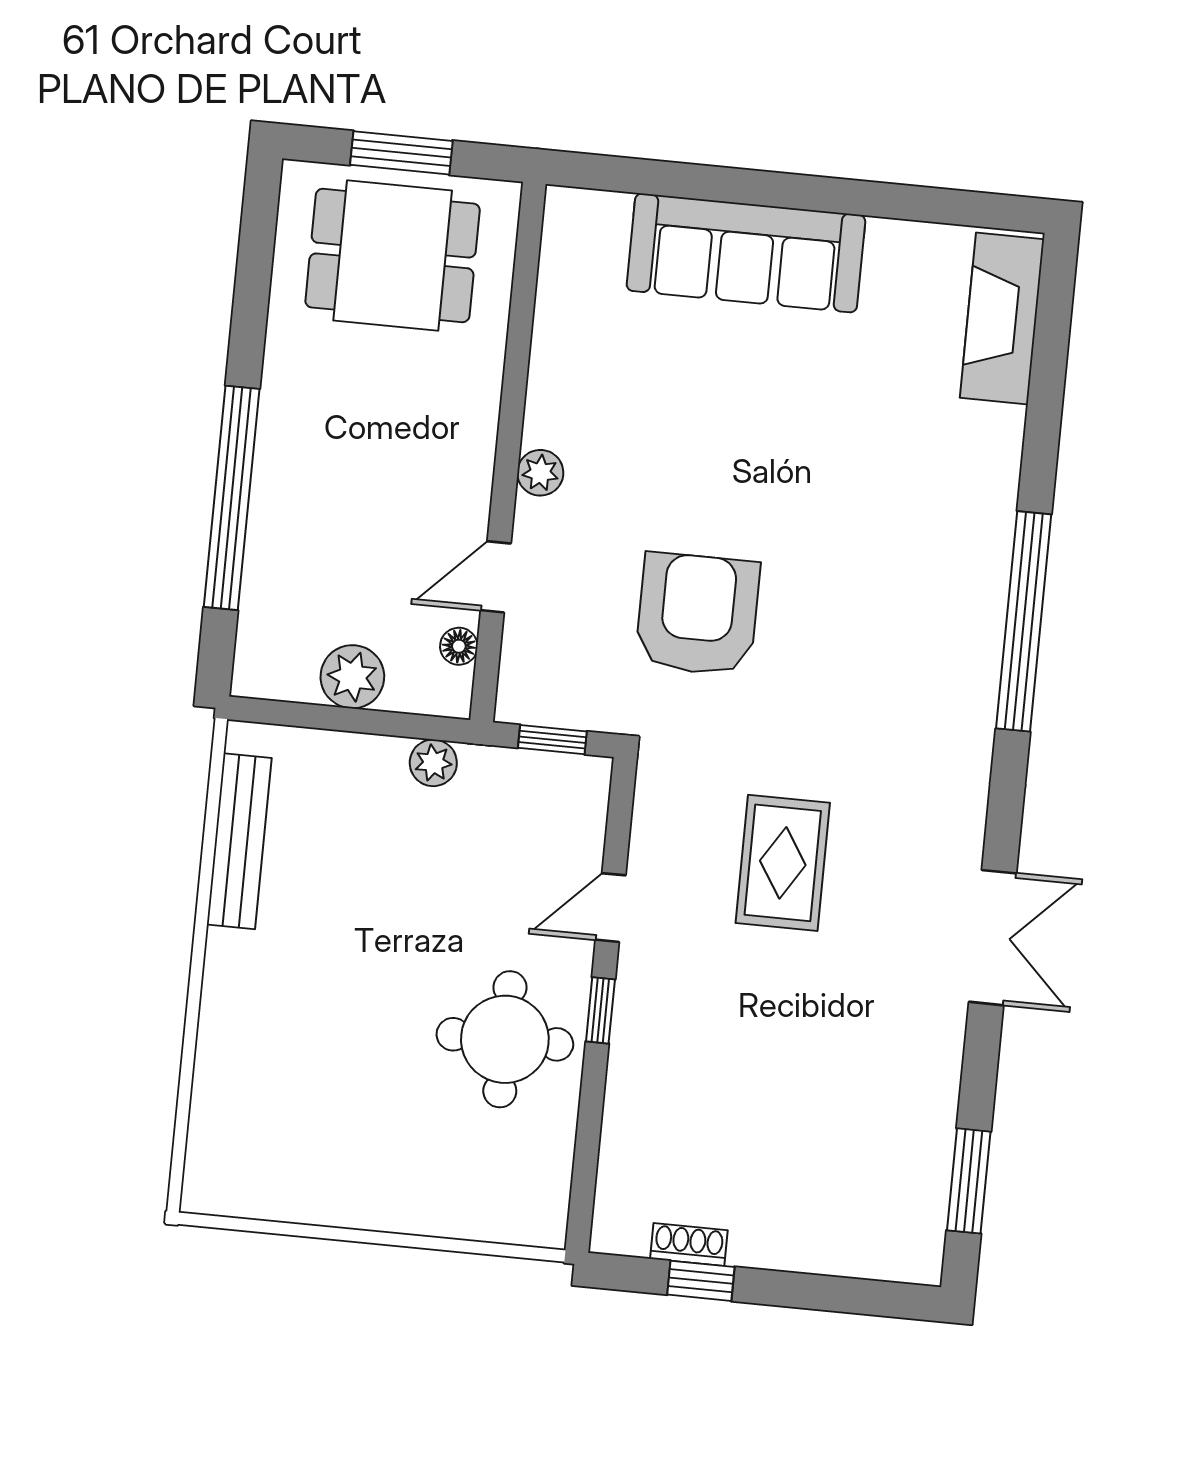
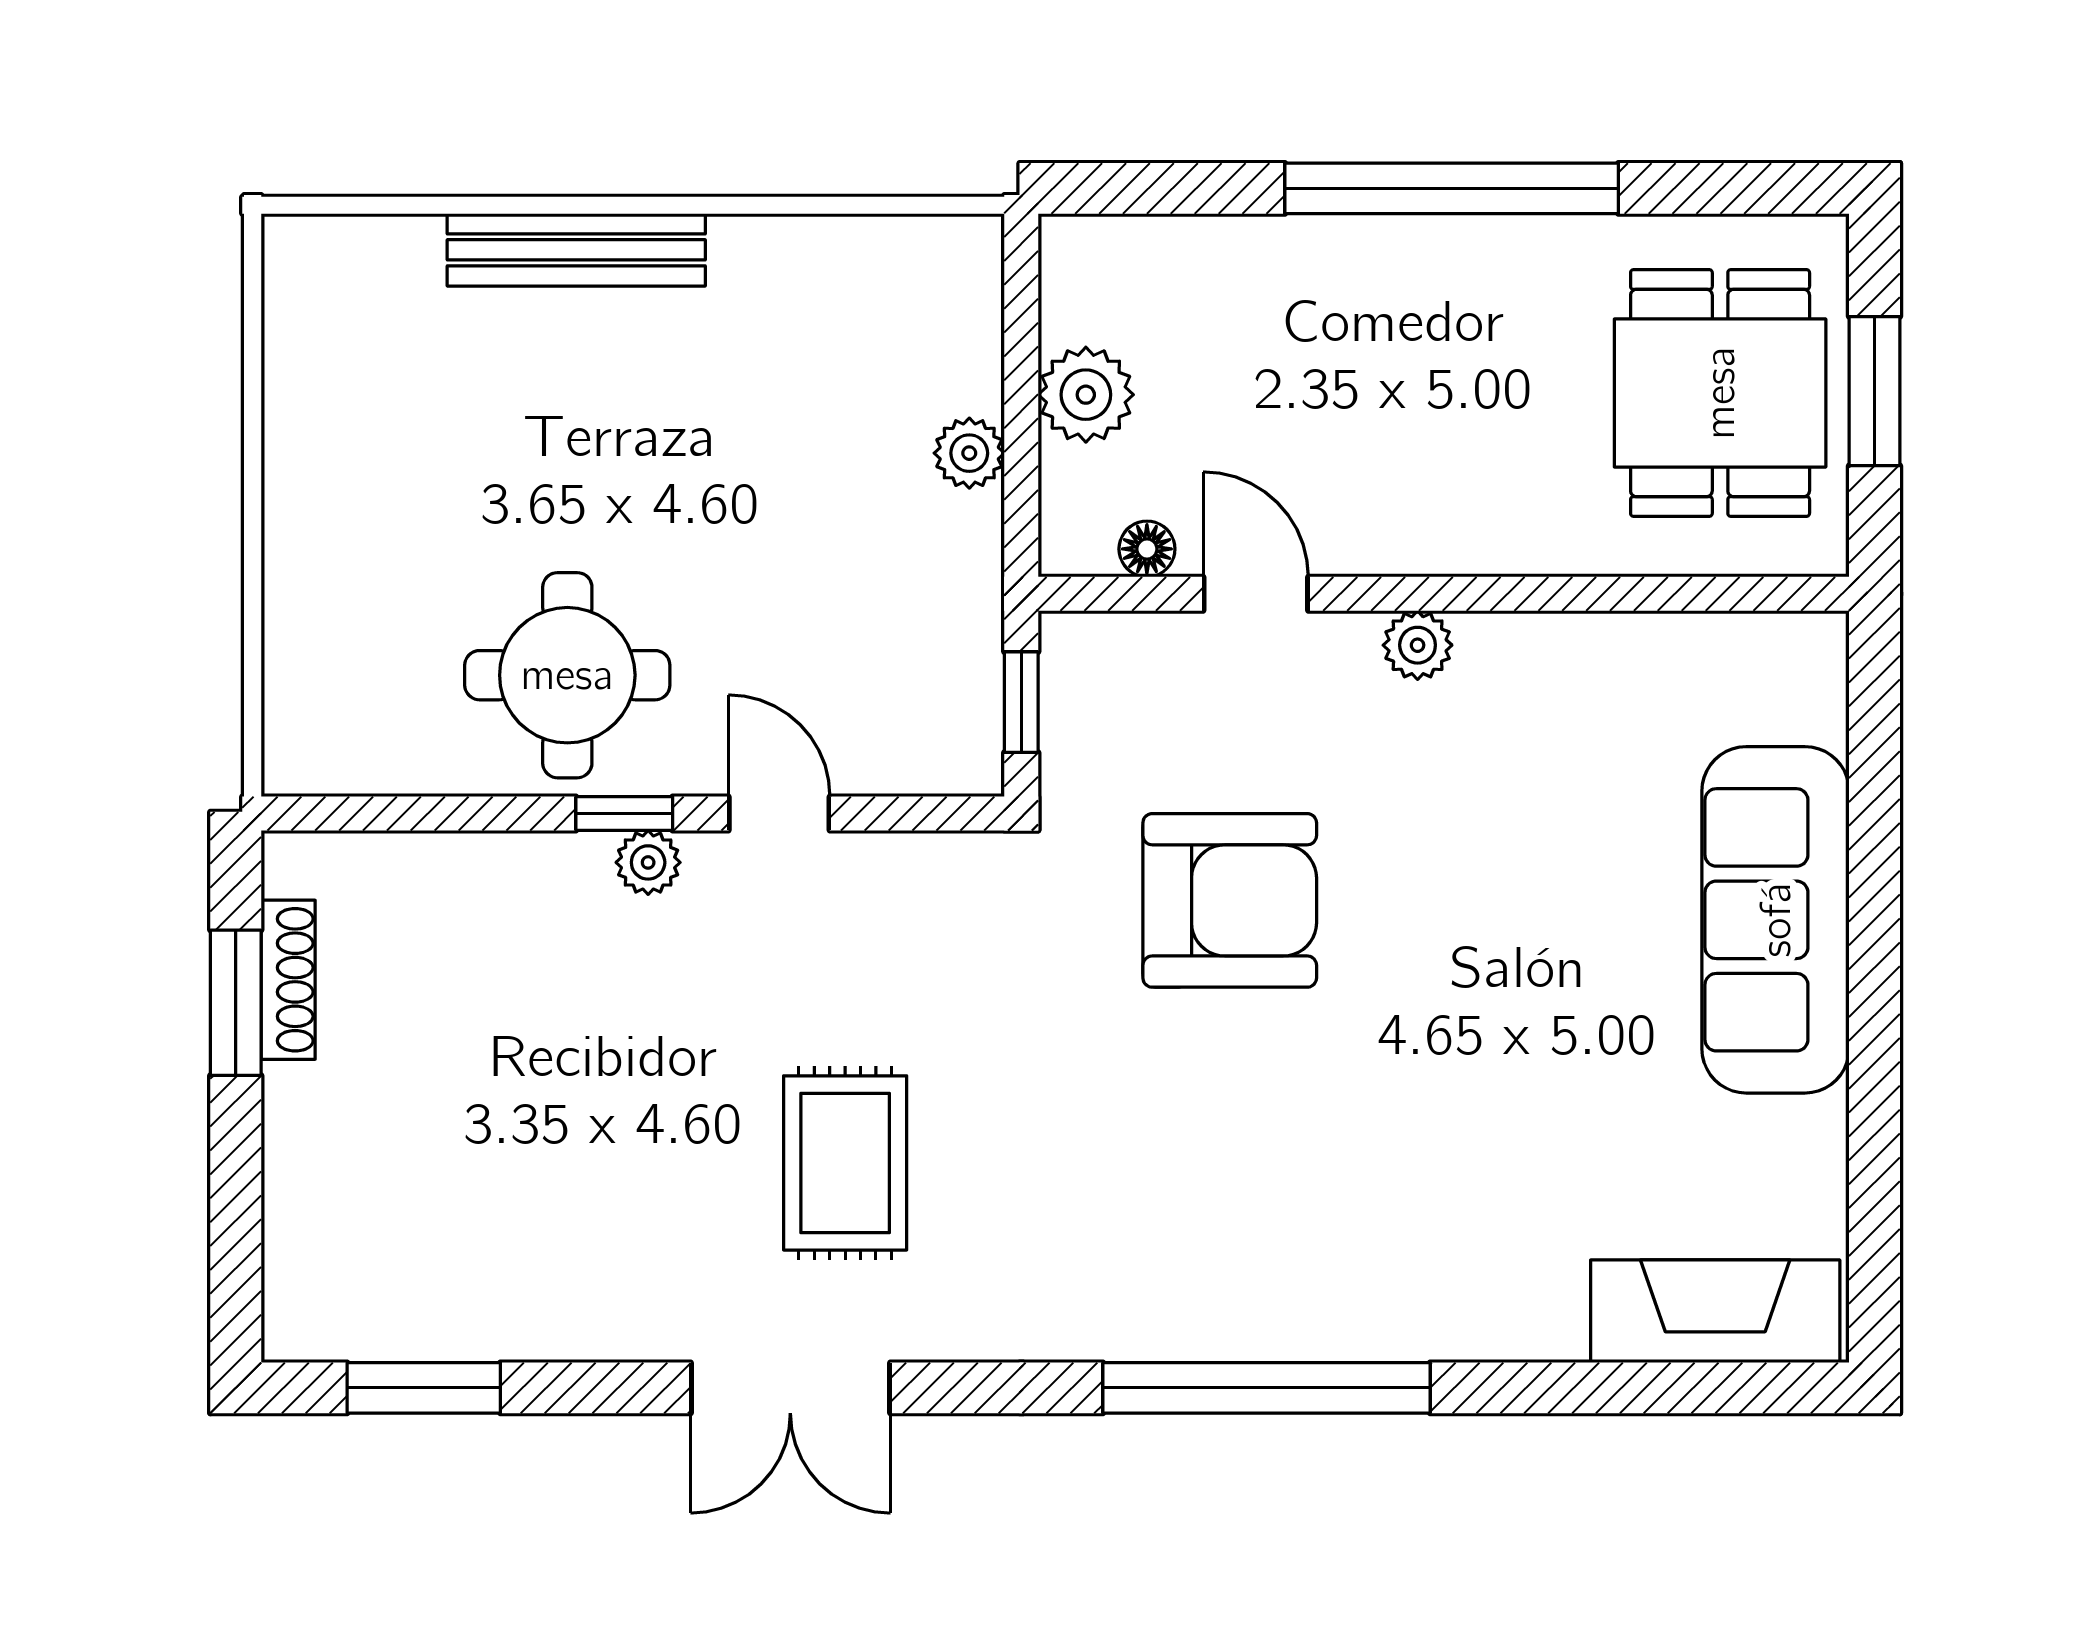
window: (232, 498) -> (1452, 188), moved
plant: (433, 763) -> (969, 453), moved
bench: (239, 841) -> (576, 250), moved
rug: (783, 863) -> (845, 1163), moved, turned 90
plant: (634, 998) -> (648, 862), added
shoe rack: (689, 1244) -> (288, 980), width x1.43
window: (701, 1281) -> (236, 1003), width x1.50

